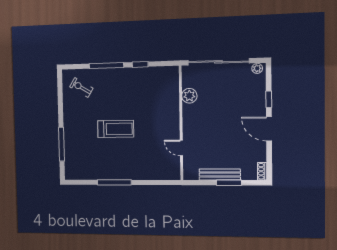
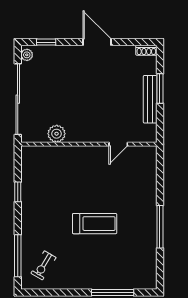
window: (106, 66) -> (18, 256), moved
window: (269, 99) -> (46, 42), moved
treadmill: (116, 129) -> (95, 224), turned 90
door: (269, 129) -> (97, 42), swing flipped

